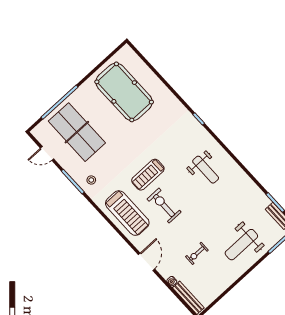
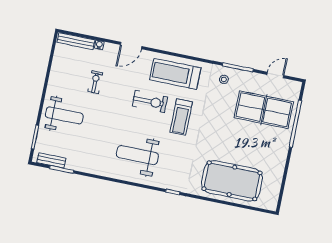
pool table: (124, 92) -> (232, 181), moved
weight bench: (206, 170) -> (137, 155), width x1.36, depth x1.33
treadmill: (148, 175) -> (181, 117), turned 180
weight bench: (241, 245) -> (64, 115), turned 90
door: (146, 262) -> (131, 46), hinge flipped

